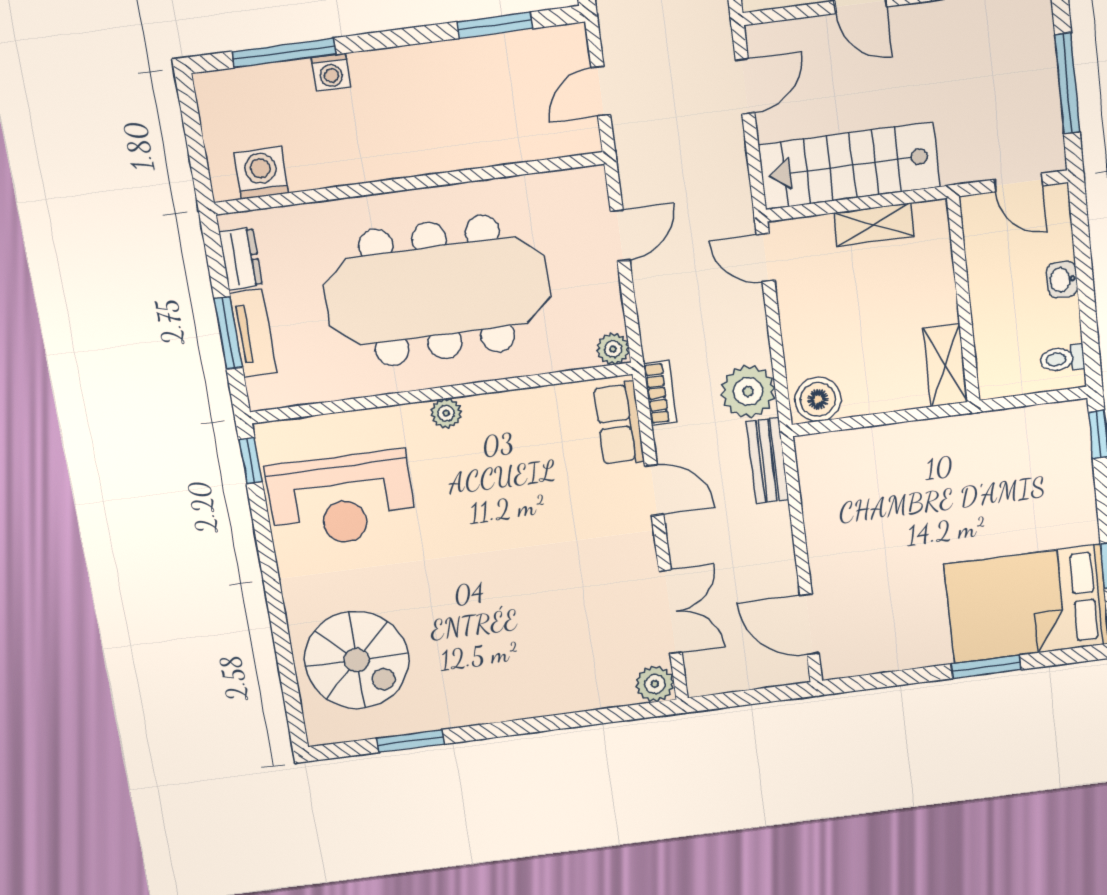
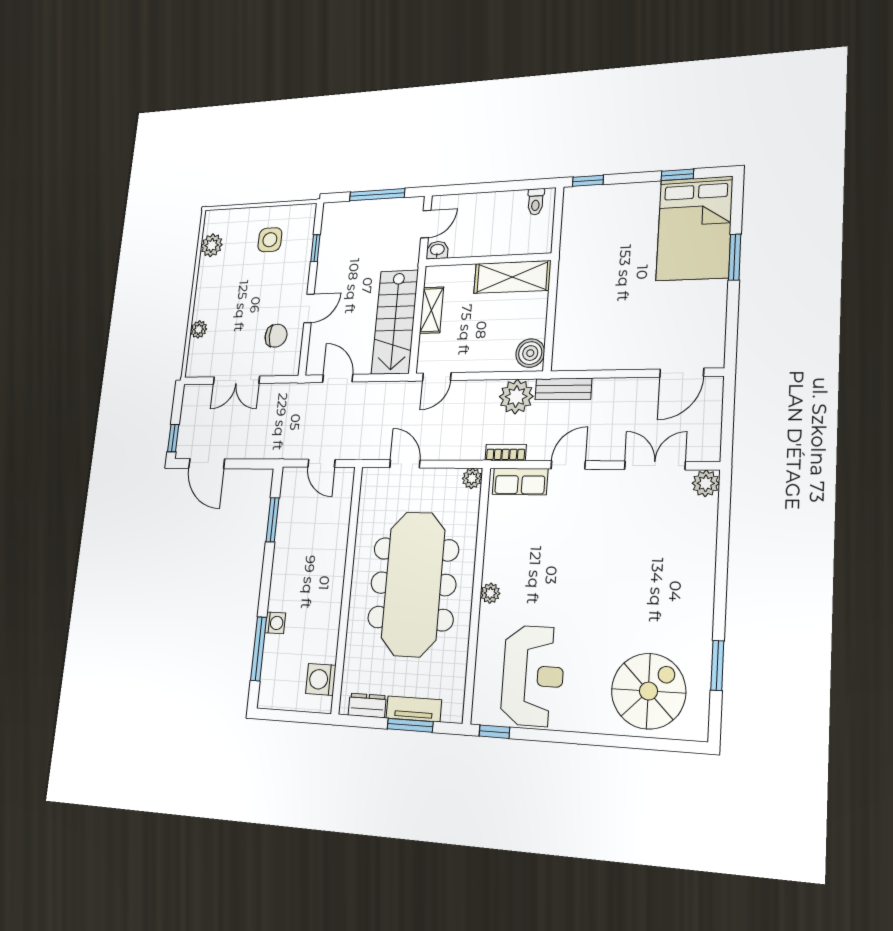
washbasin: (1062, 280) -> (437, 250), moved, turned 180
shelving: (945, 365) -> (512, 277), width x1.50, depth x1.33

